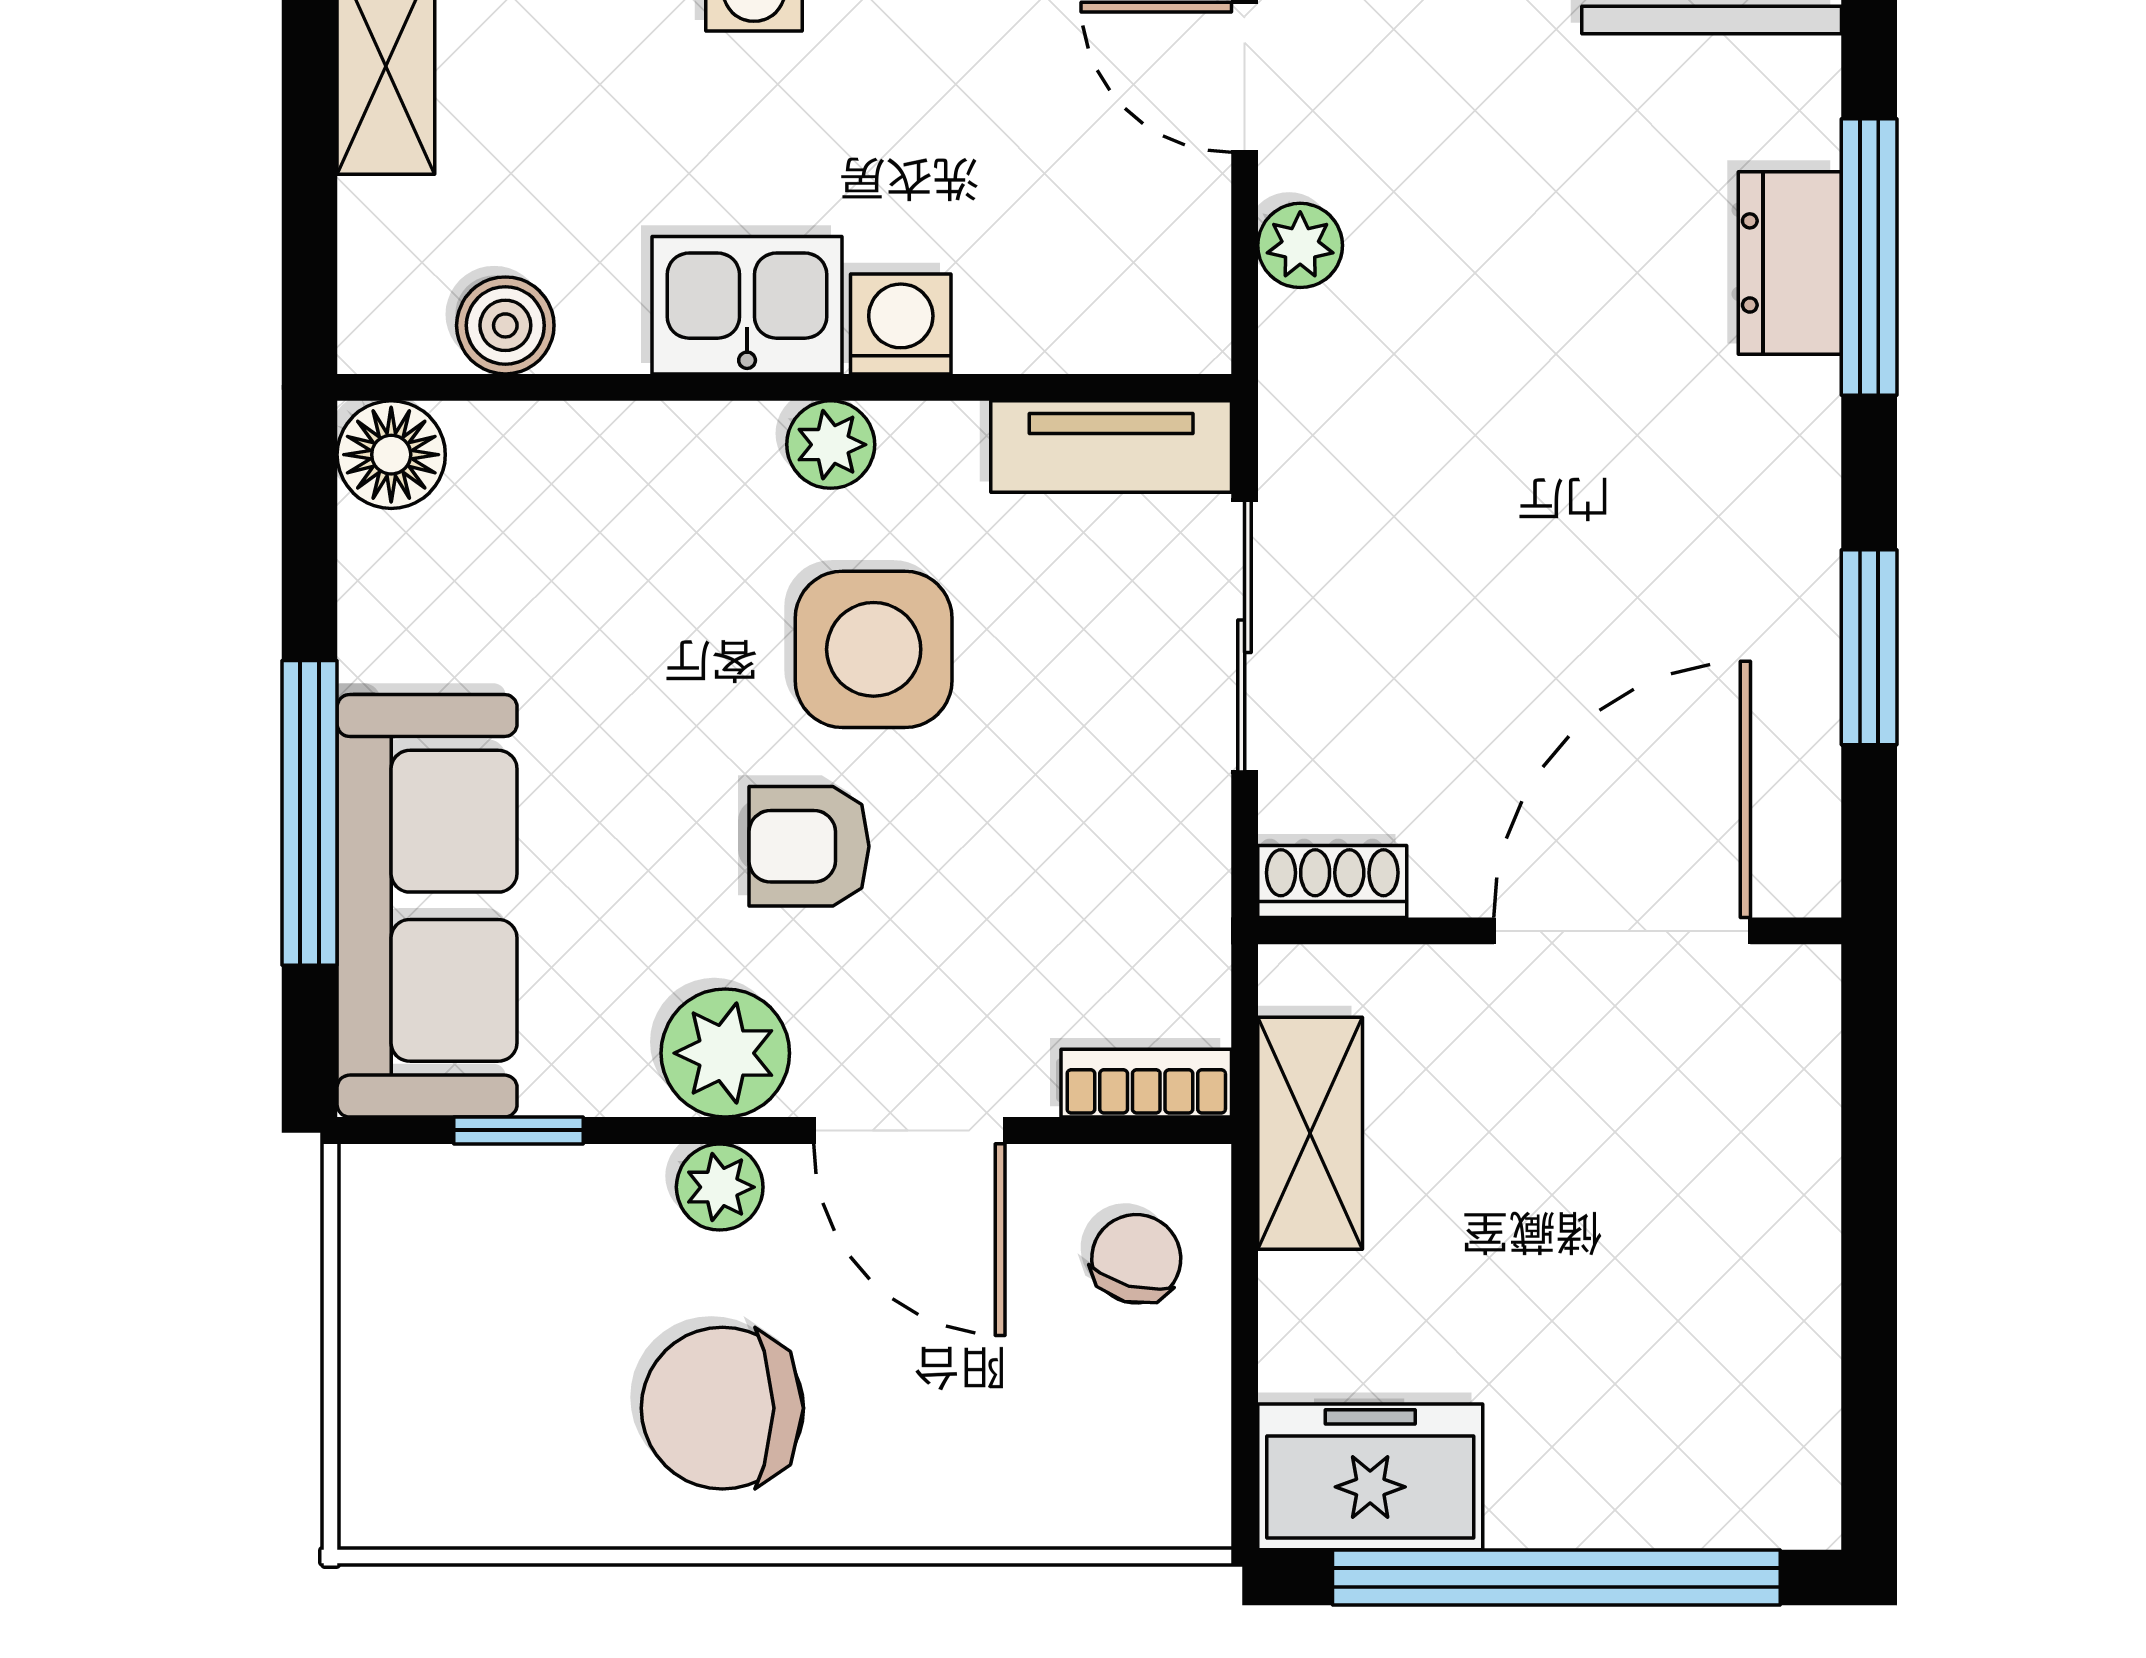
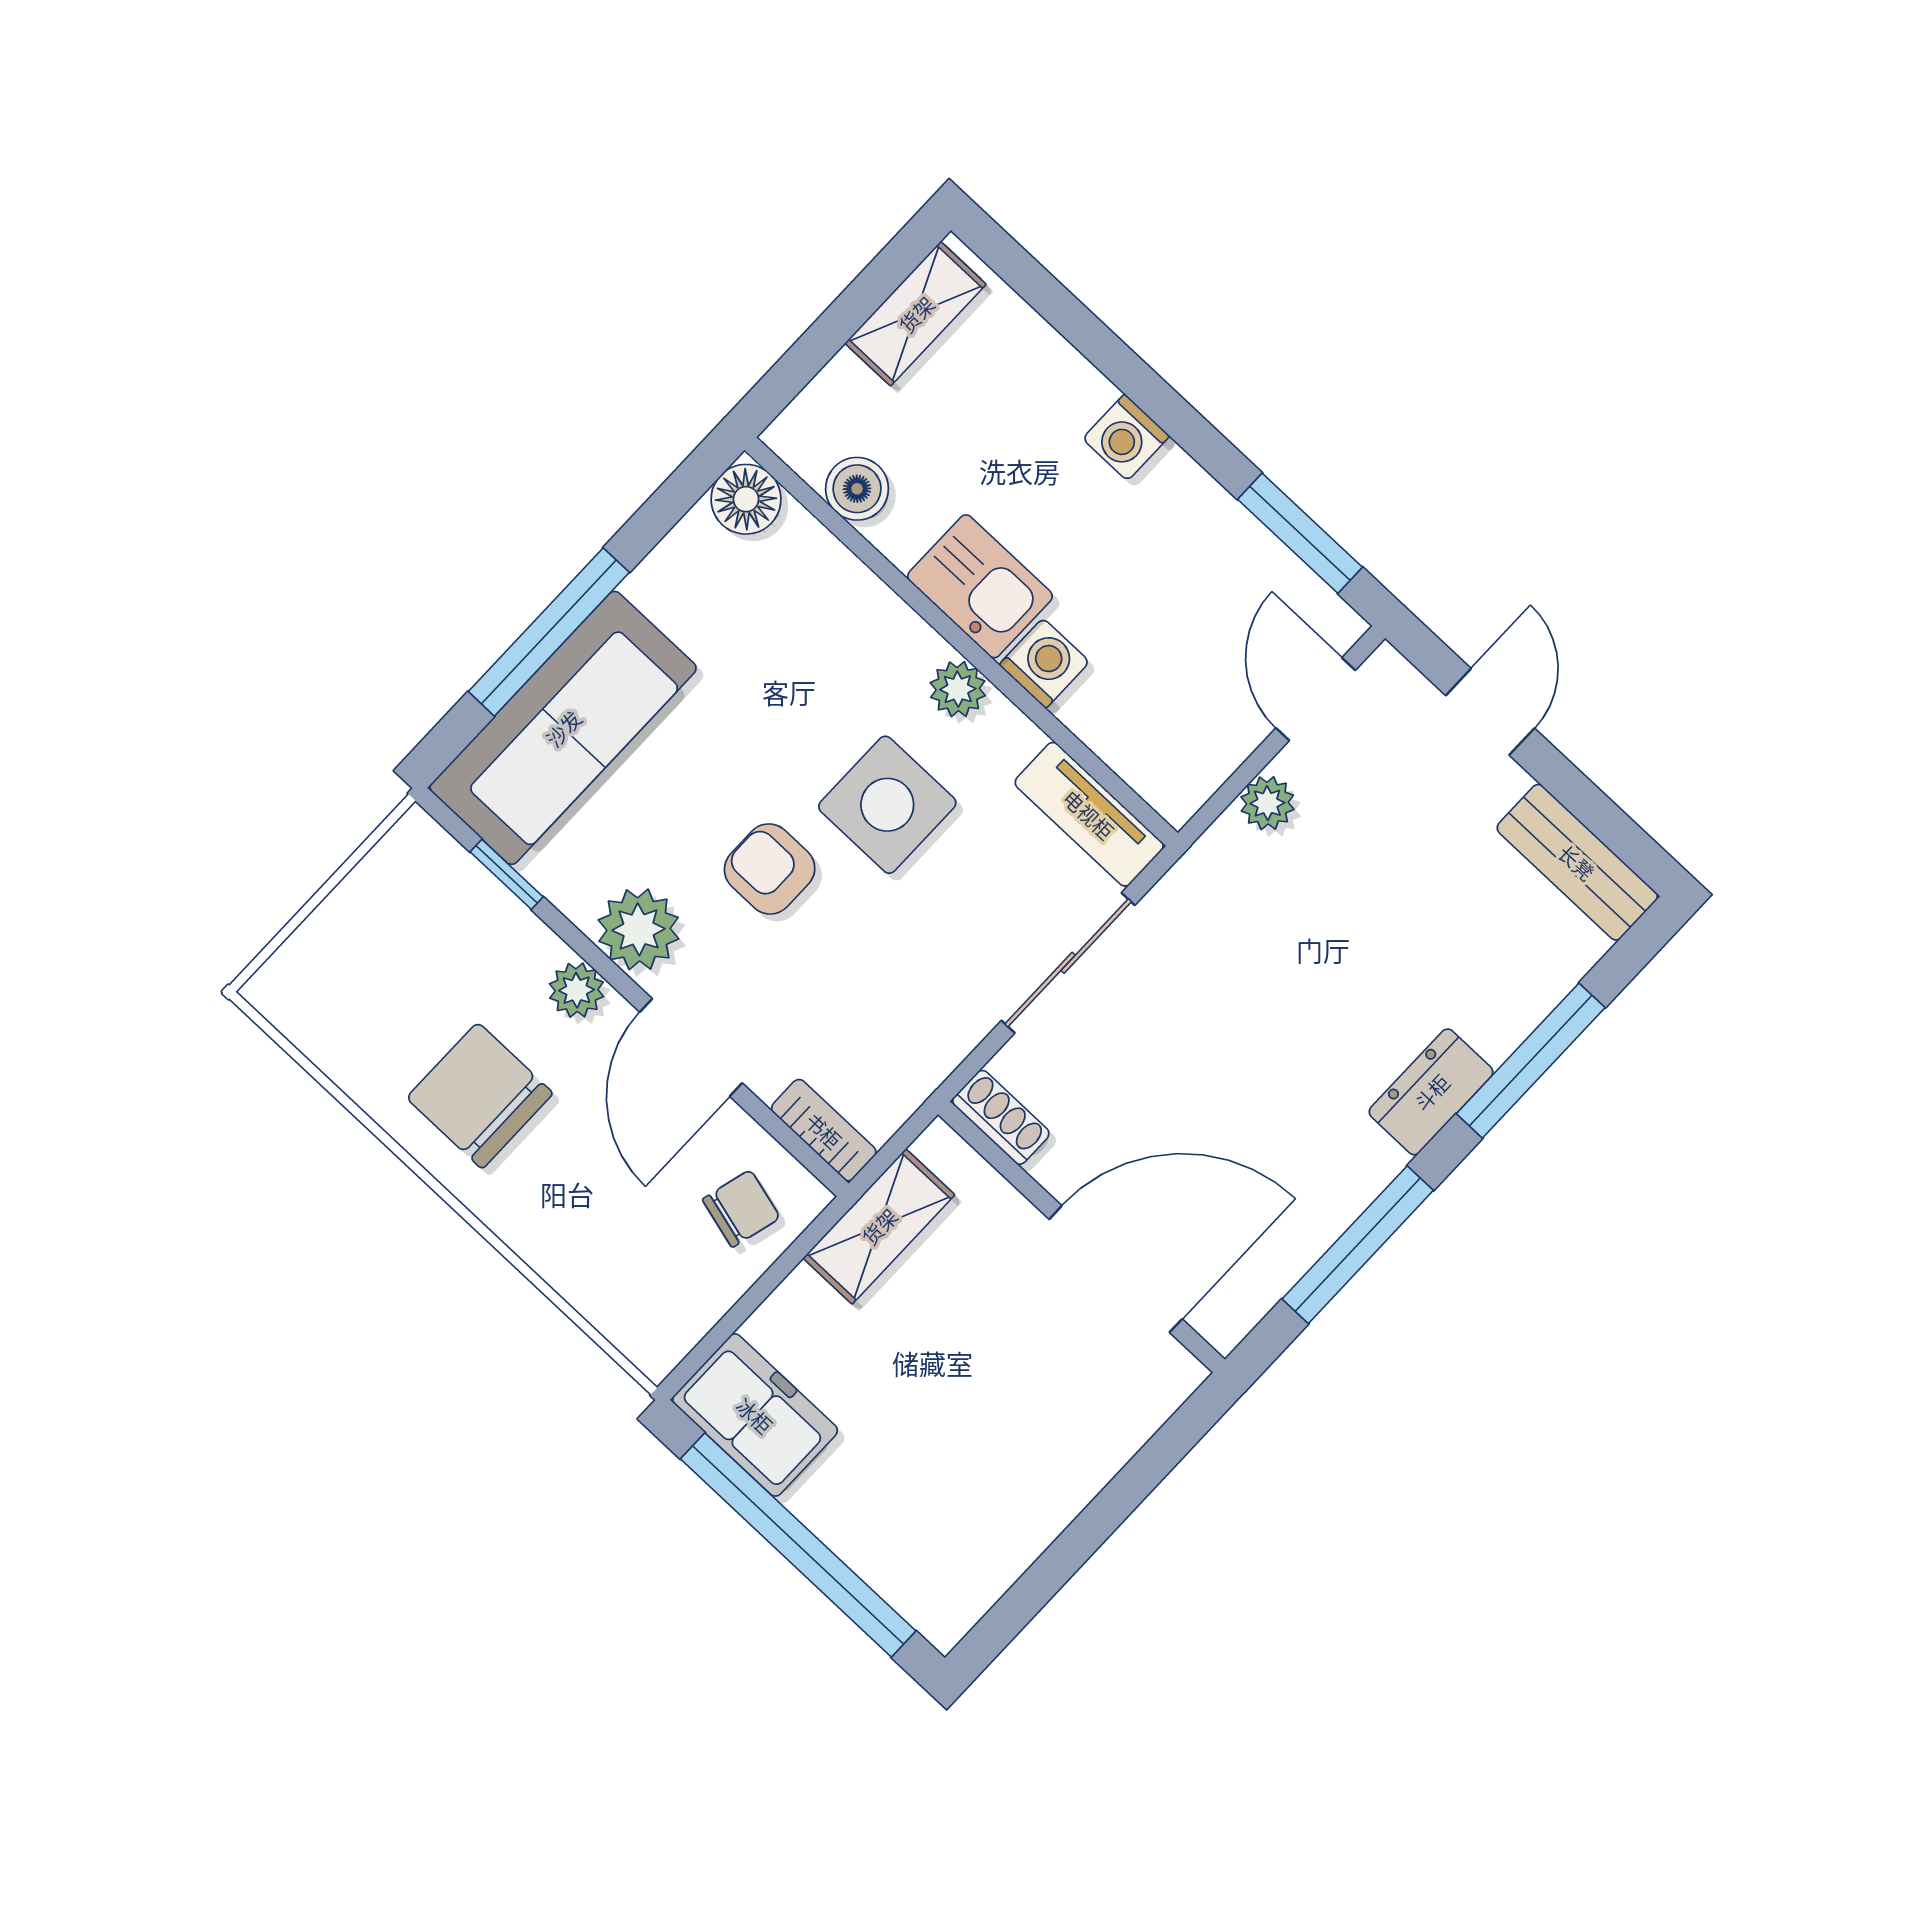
dresser: (1790, 263) -> (1431, 1092), moved
window: (1869, 647) -> (1358, 1245), width x1.44

